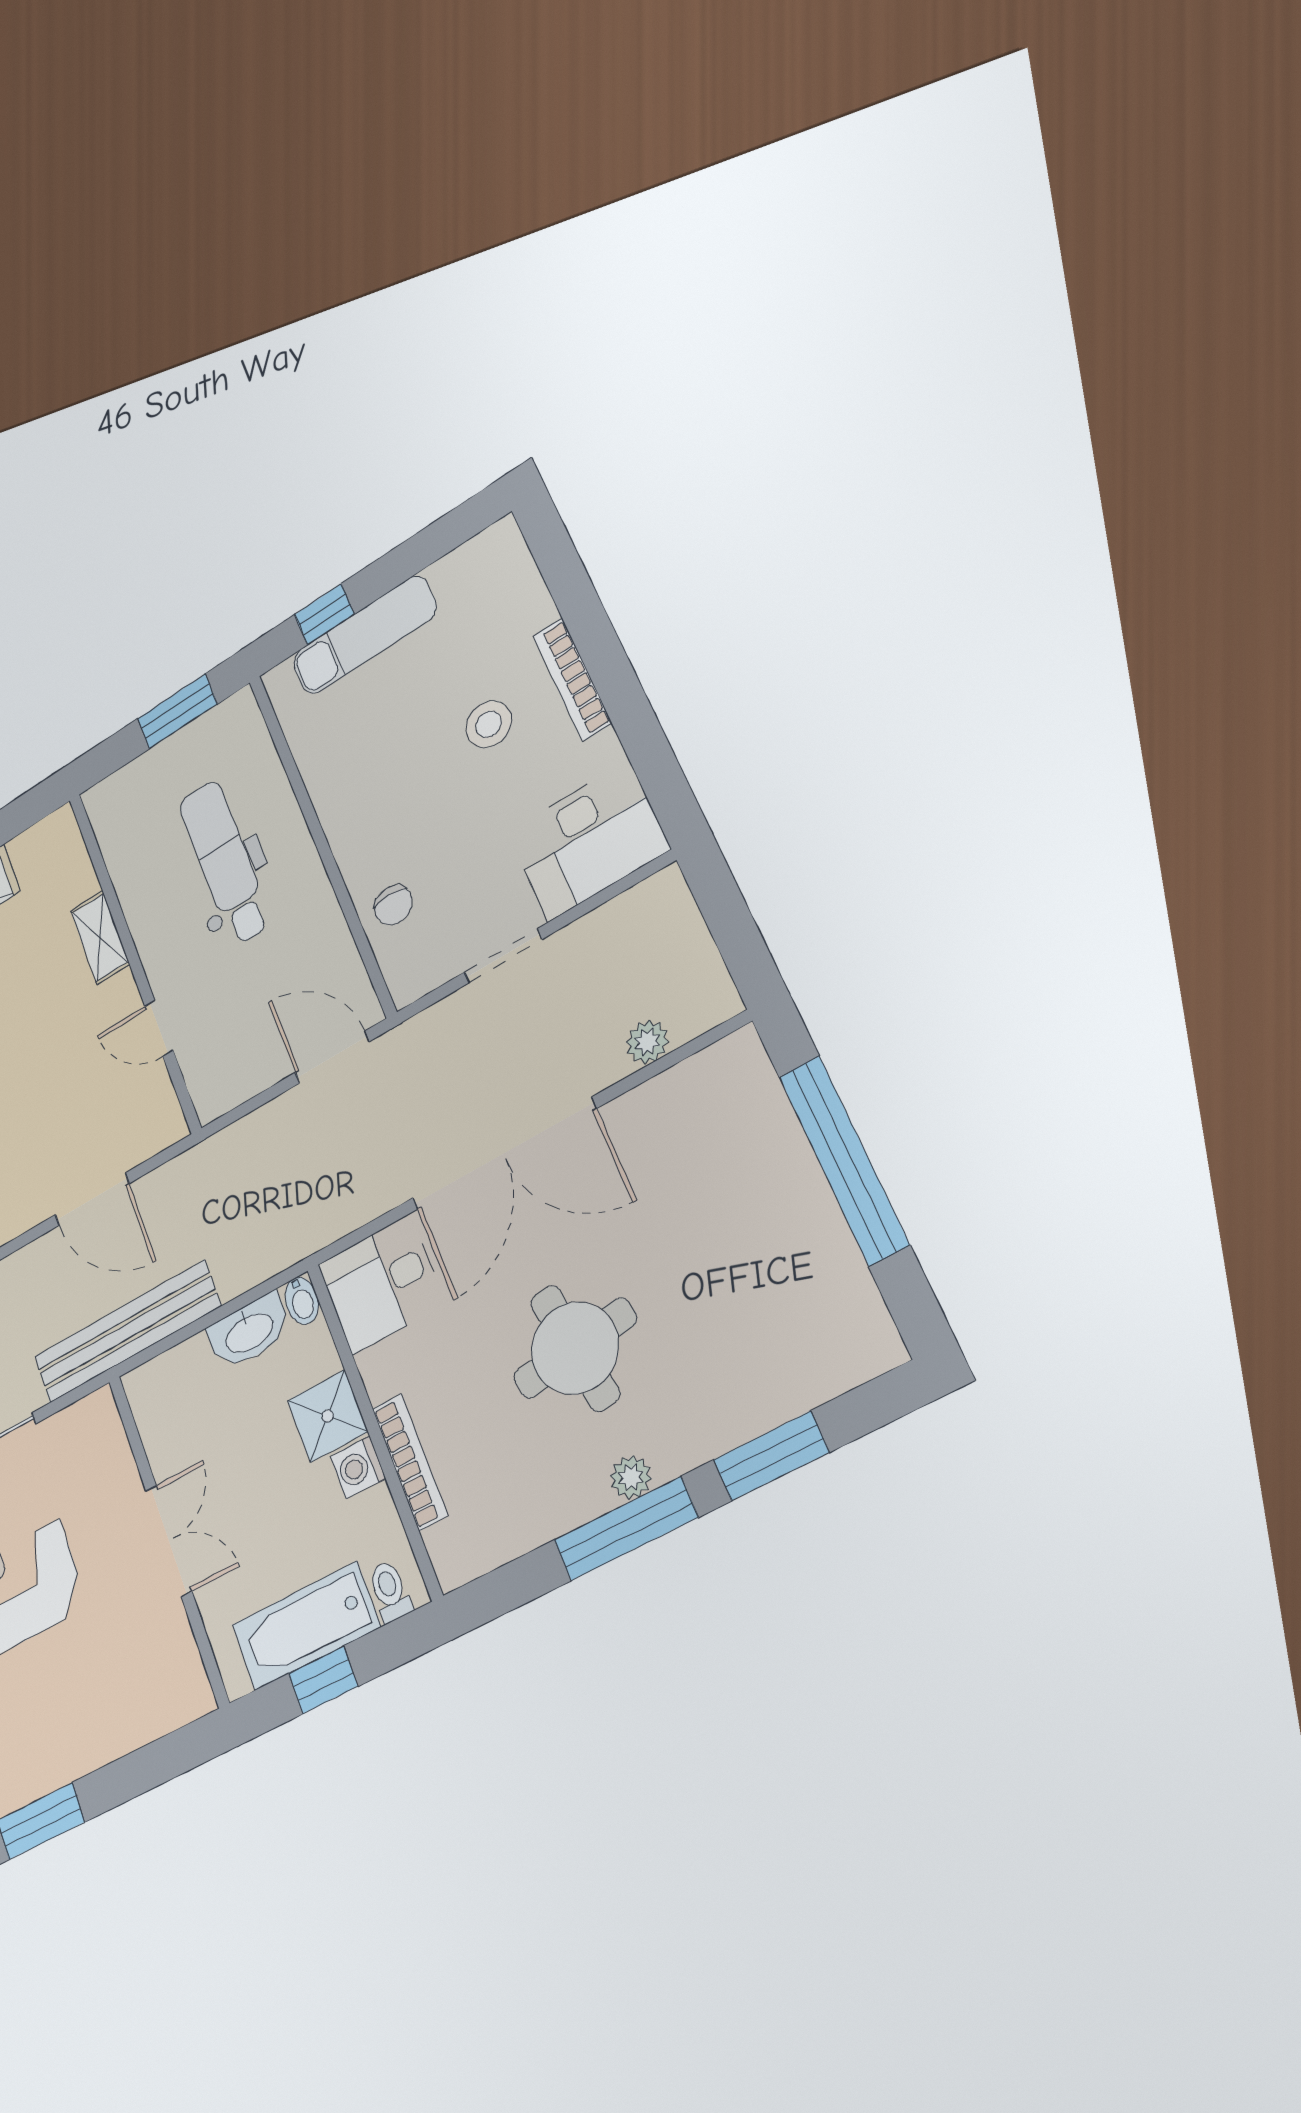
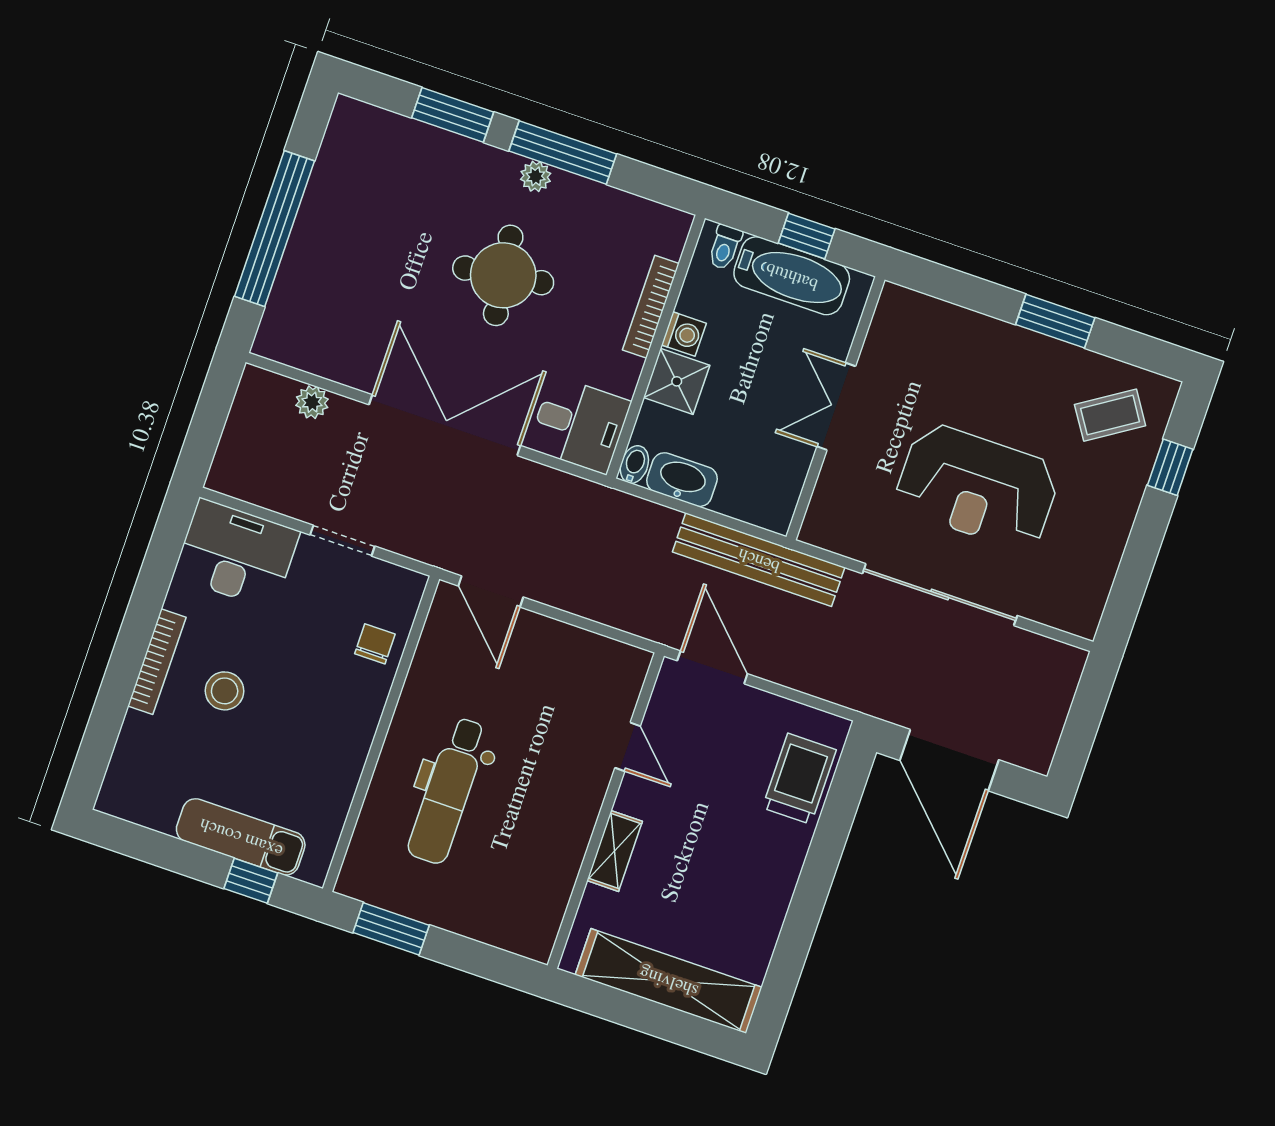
shelving: (100, 937) -> (615, 851), moved
wall: (134, 959) -> (606, 811), moved
door: (159, 1028) -> (628, 747), moved

